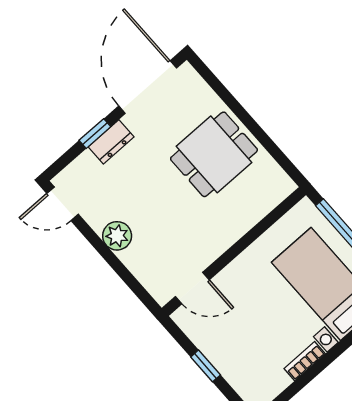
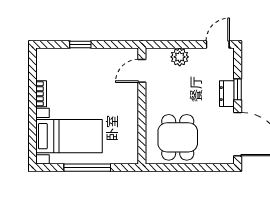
wall: (234, 251) -> (142, 106), moved
door: (192, 288) -> (142, 71), moved

